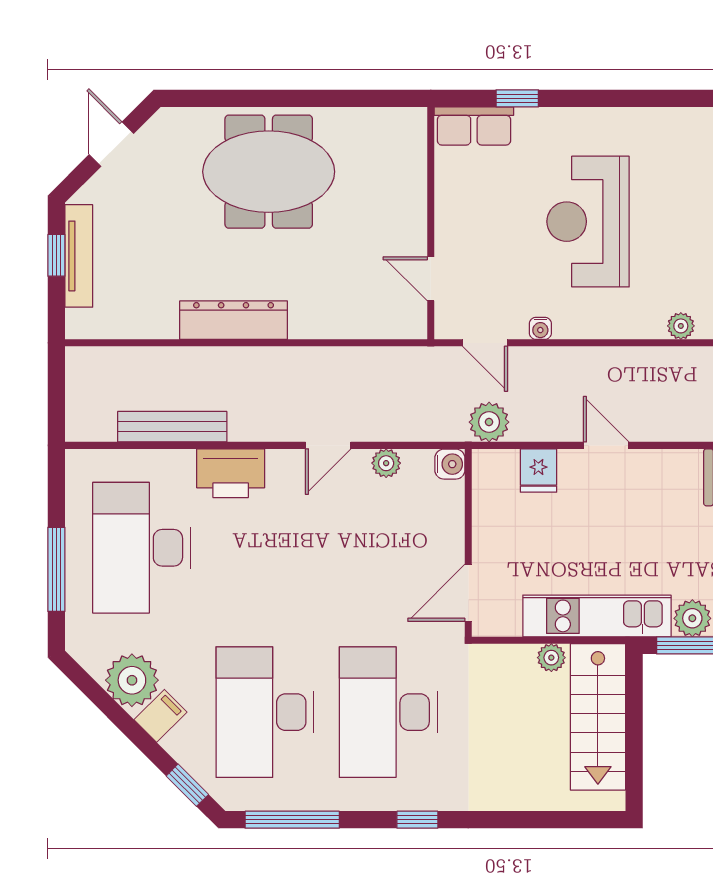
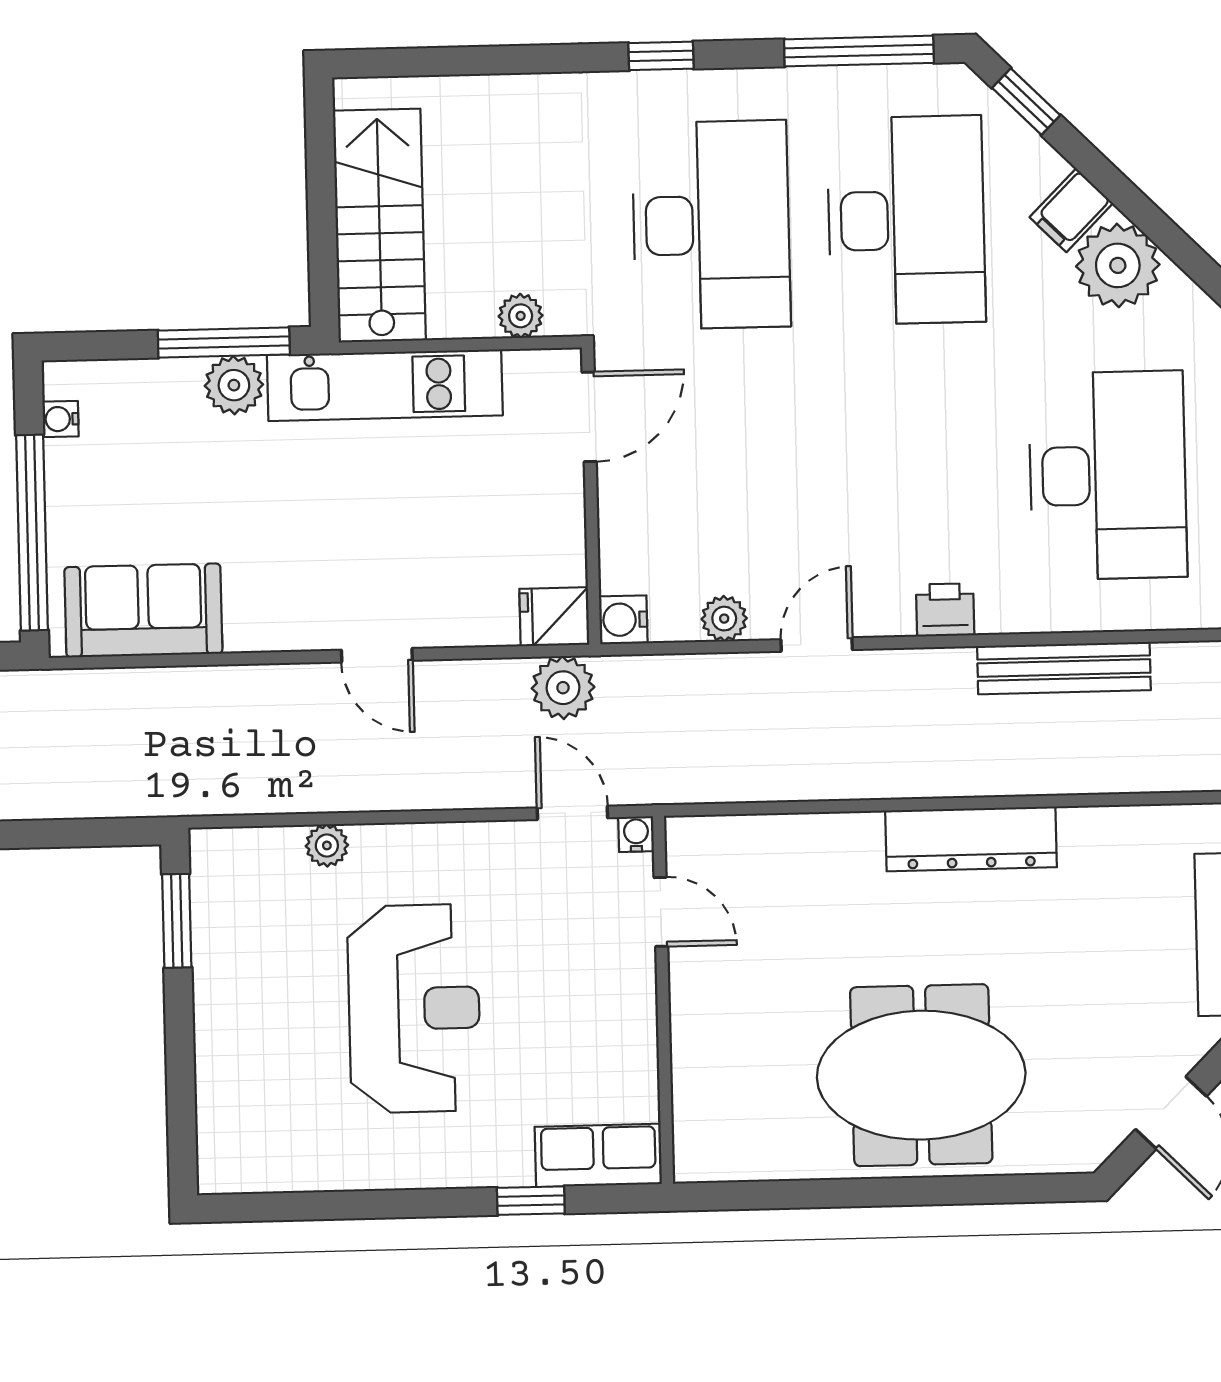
plant: (681, 326) -> (327, 845), moved
water cooler: (540, 328) -> (636, 834), moved
fridge: (538, 470) -> (554, 617), moved, turned -90
printer: (231, 473) -> (945, 610), width x0.53, depth x0.68
plant: (551, 658) -> (521, 316), moved

